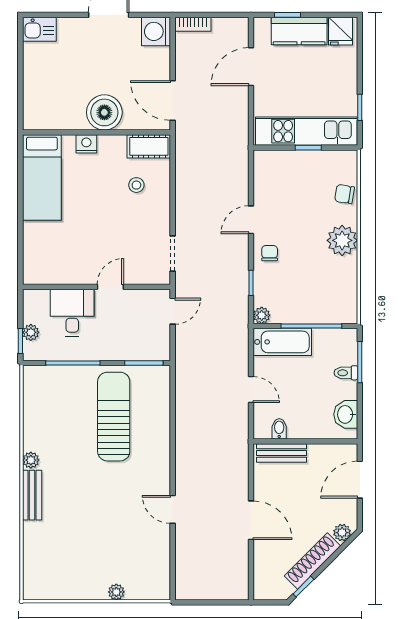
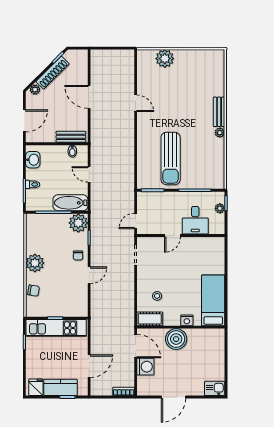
washing machine: (156, 31) -> (145, 367), moved
plant: (262, 315) -> (78, 223), width x1.87, depth x1.87
plant: (116, 592) -> (165, 59), width x1.87, depth x1.87

